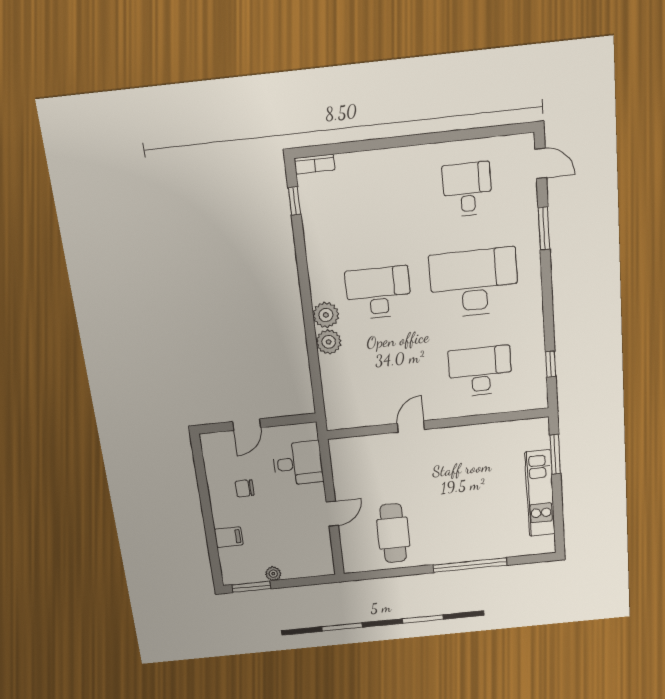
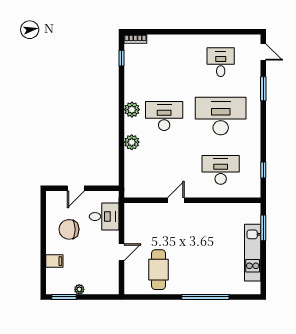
plant: (326, 315) -> (132, 110), moved
chair: (245, 488) -> (69, 229), width x1.87, depth x1.87

